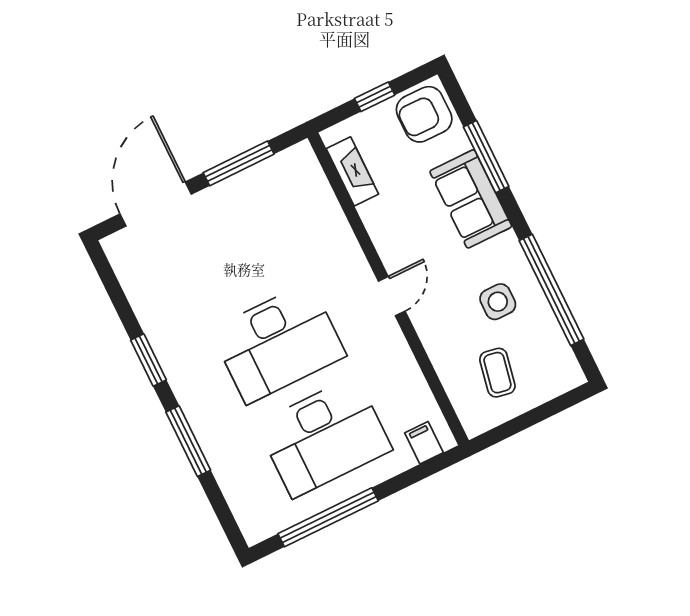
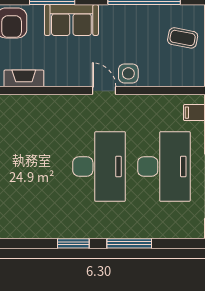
side table: (498, 302) -> (128, 73), moved
coffee table: (497, 373) -> (183, 38), moved

